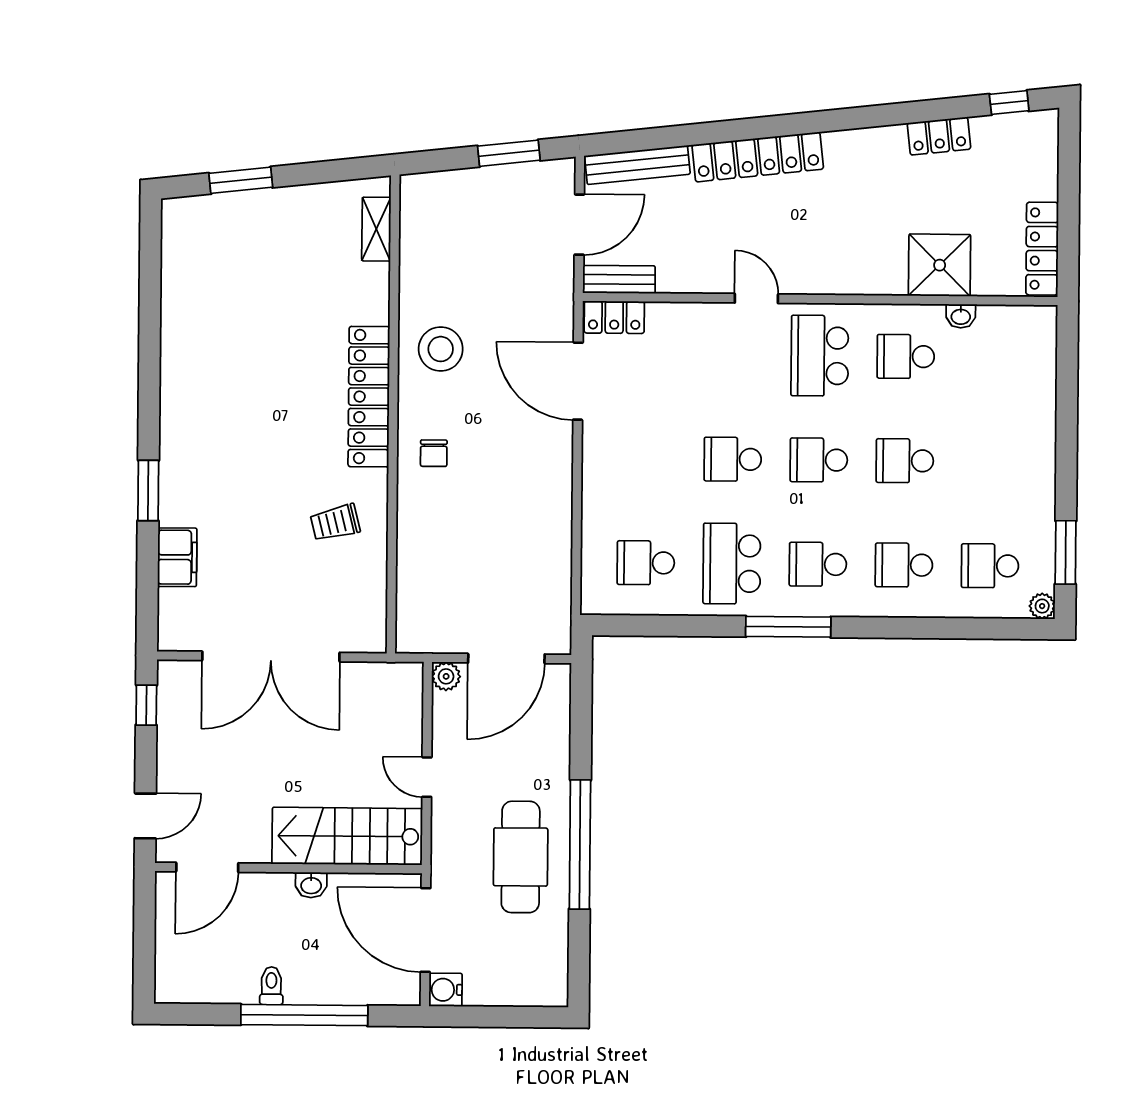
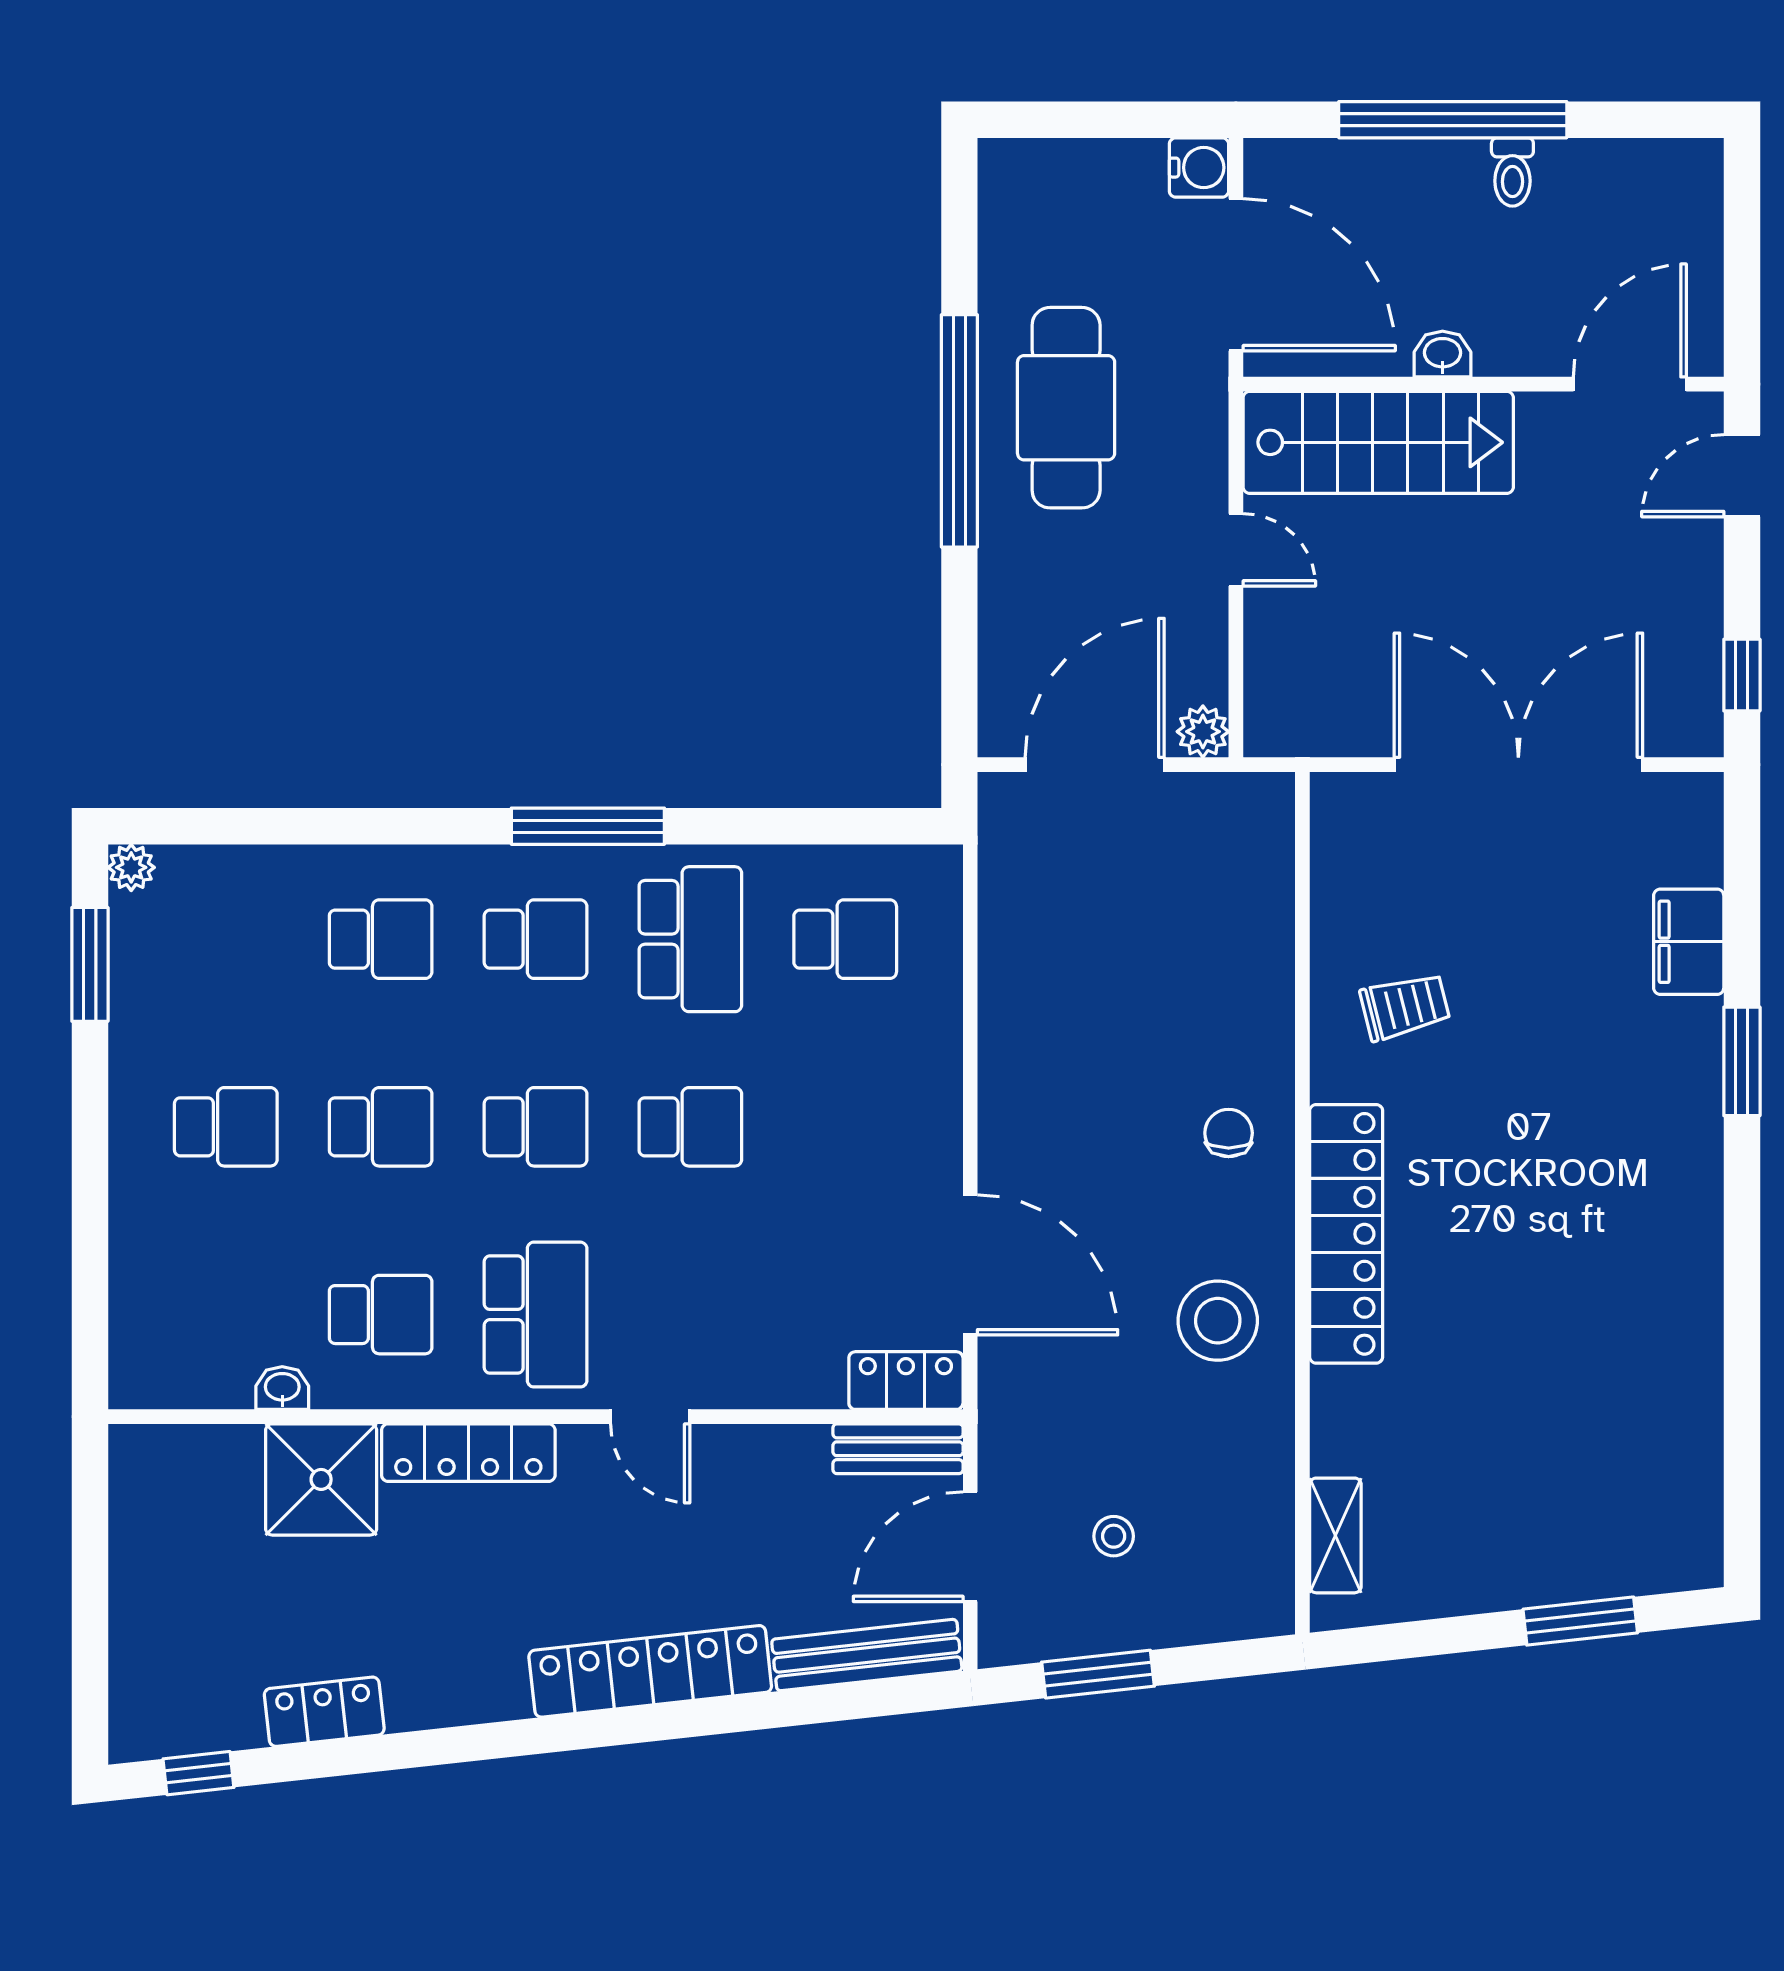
stool: (500, 230) -> (1114, 1536), added
locker: (1042, 249) -> (468, 1453), moved, turned 90
school desk: (990, 566) -> (226, 1127), moved

